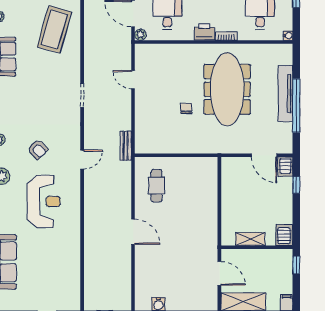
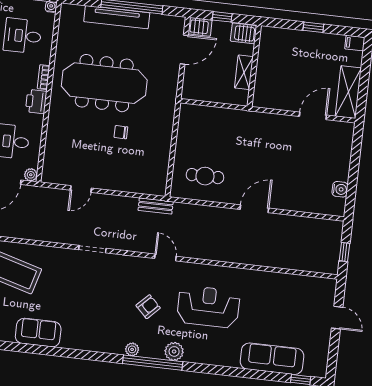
server rack: (284, 235) -> (244, 33), moved
shelving: (250, 239) -> (244, 72), moved
wall: (257, 247) -> (254, 66), moved

